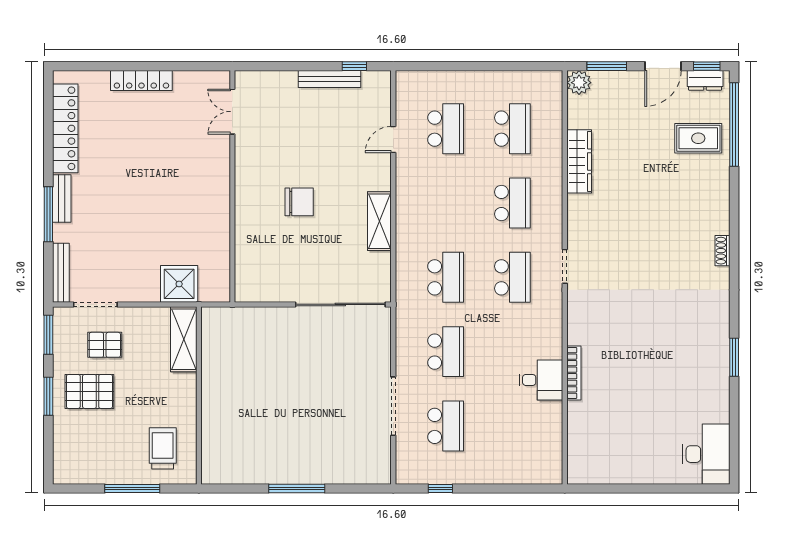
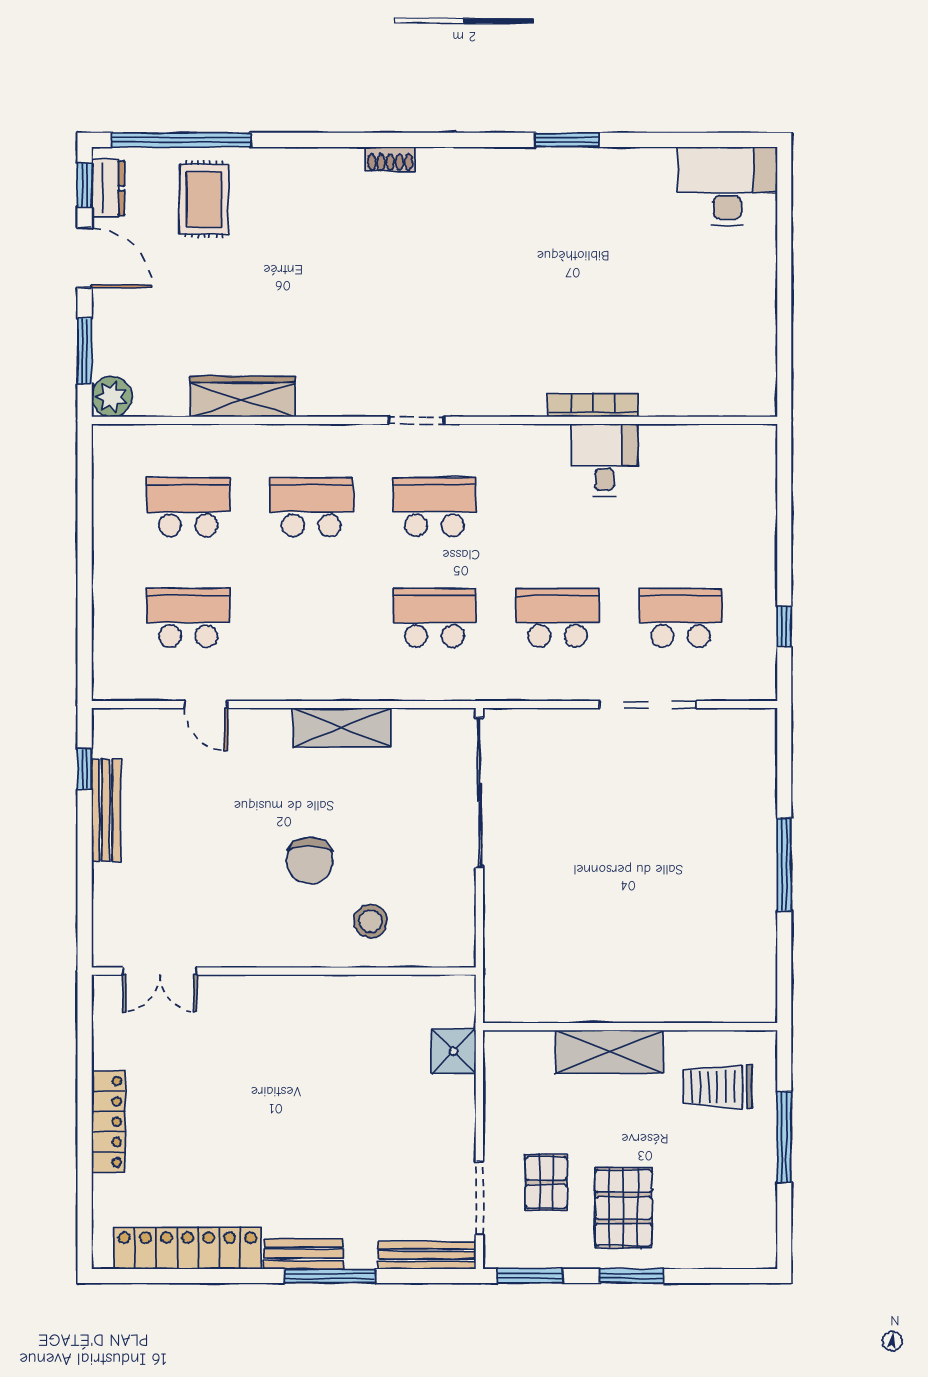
chair: (299, 202) -> (310, 860), turned 180
stool: (263, 239) -> (371, 921), added
shower: (179, 284) -> (454, 1051), width x0.73, depth x0.73
shelving: (184, 339) -> (609, 1052), moved

